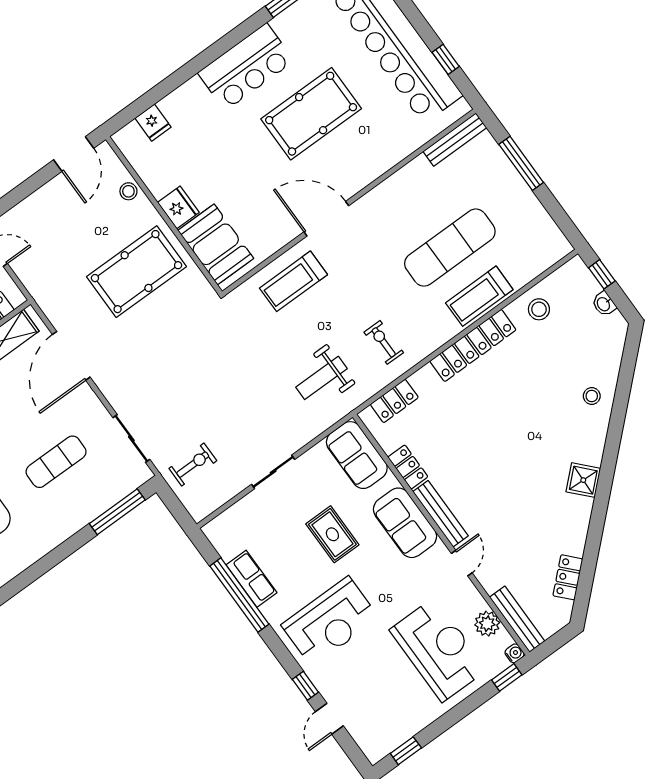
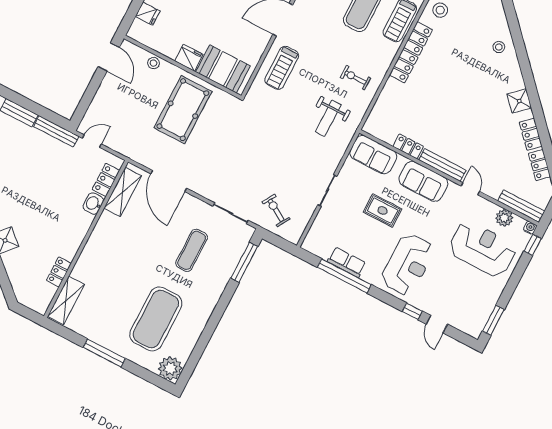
locker: (394, 401) -> (531, 134), moved, turned 137
exercise bike: (193, 465) -> (276, 210), turned -59
window: (406, 751) -> (493, 320), width x1.50

